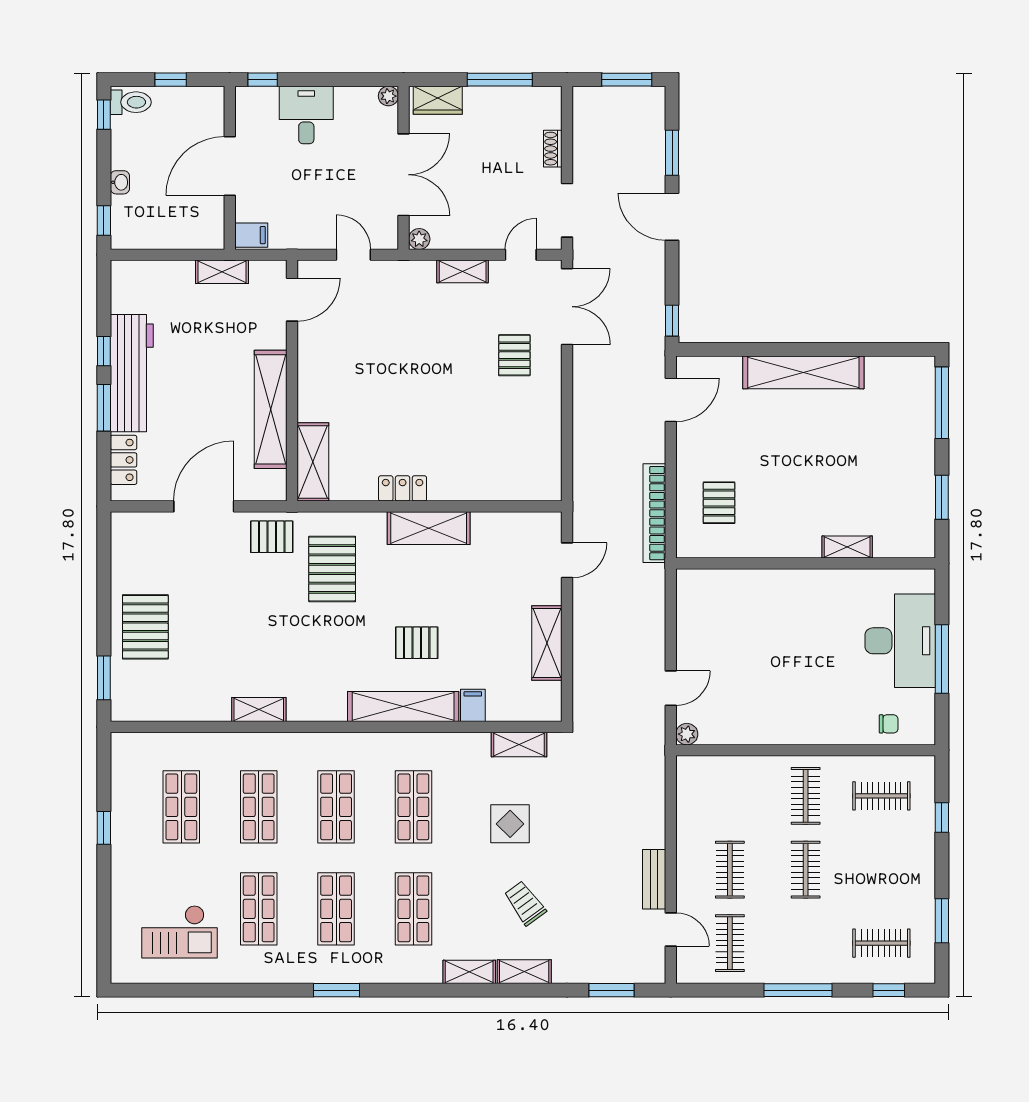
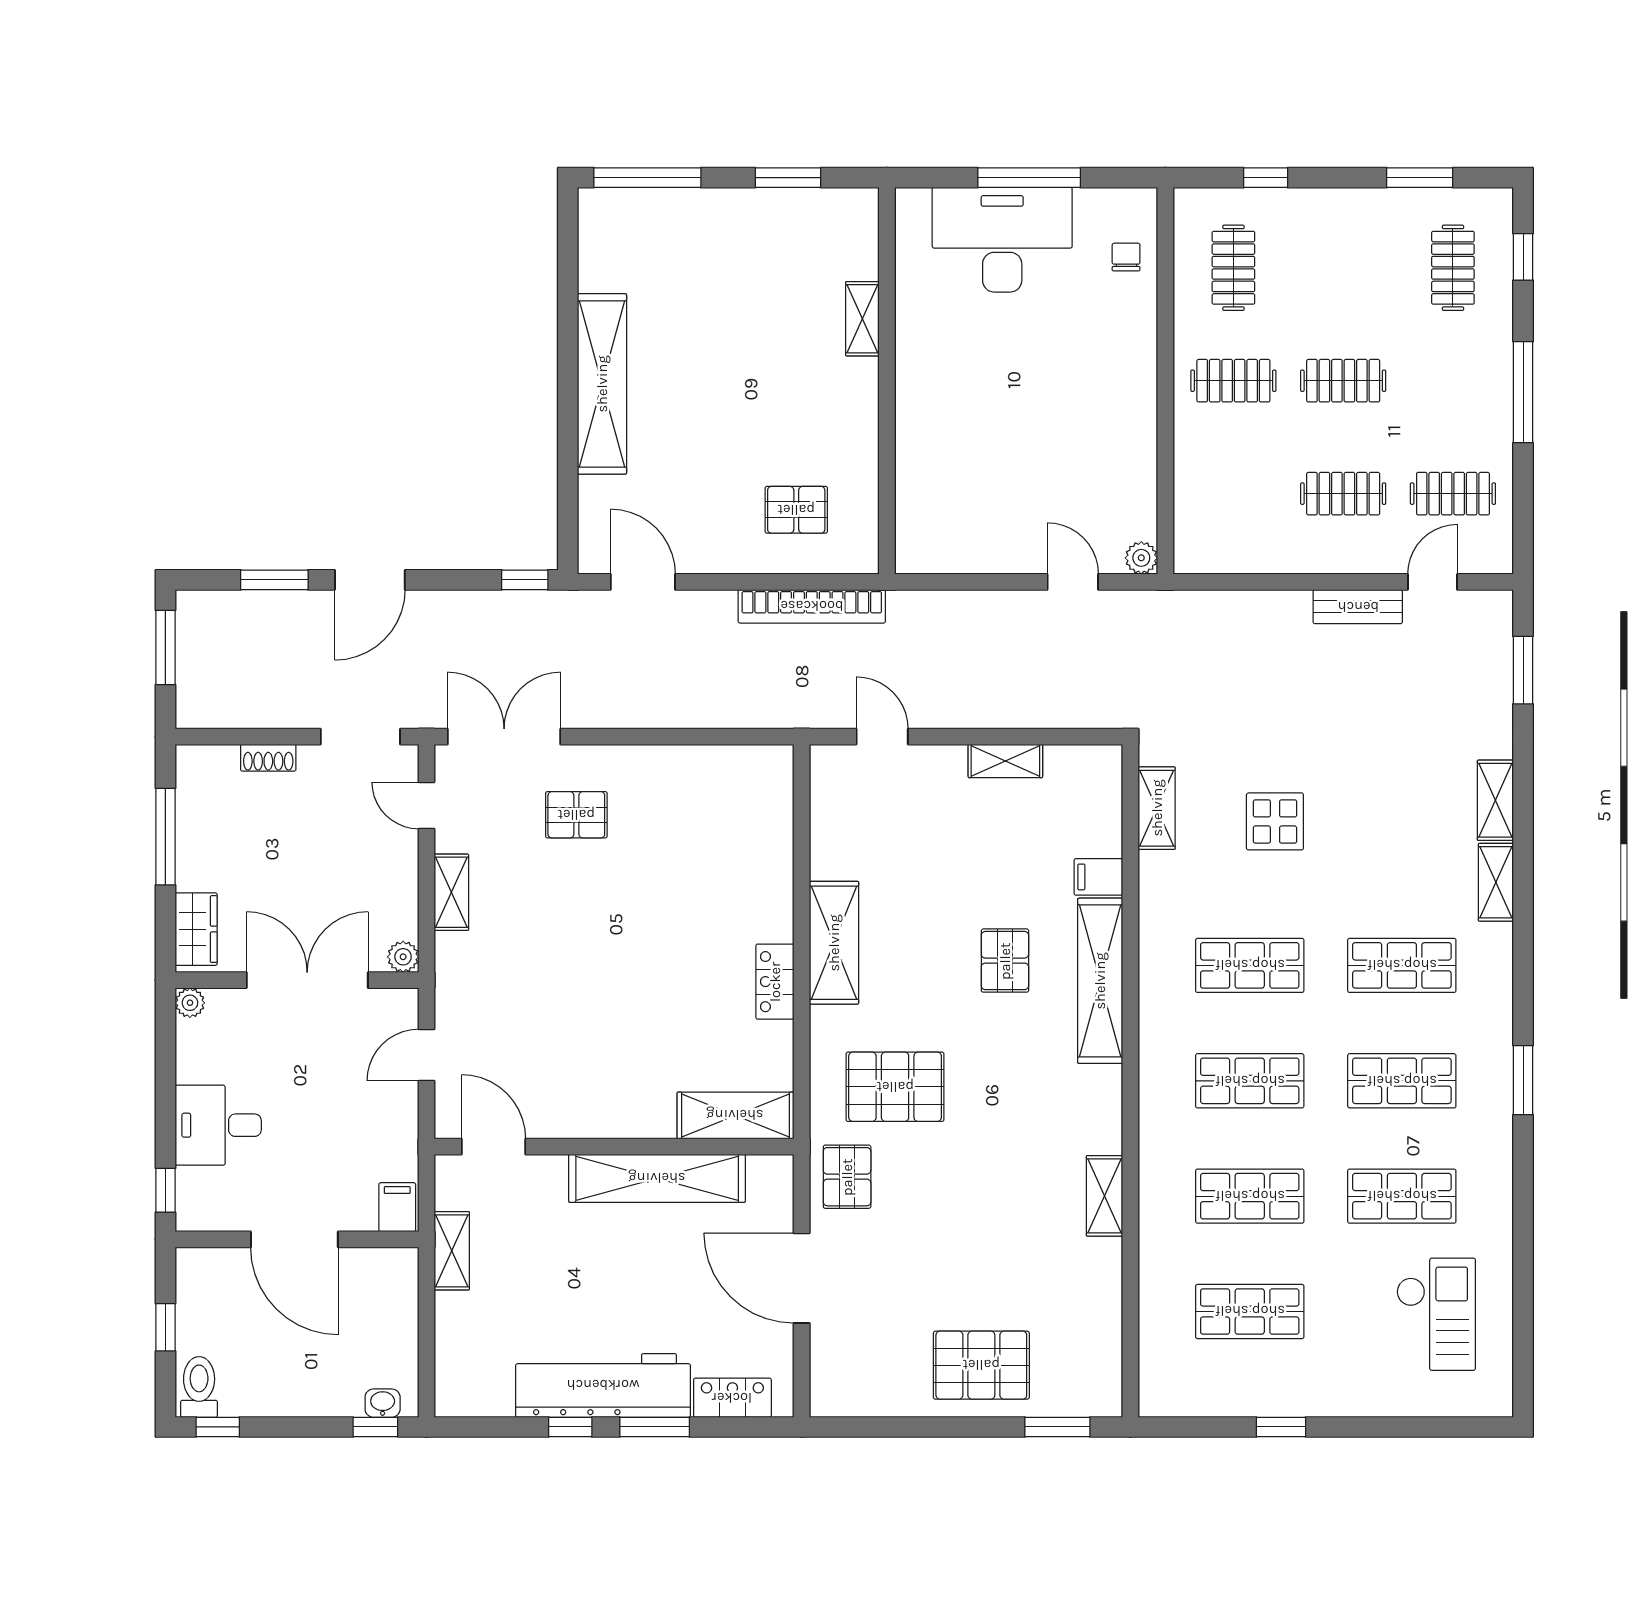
washbasin: (120, 182) -> (383, 1403), moved
shelving: (547, 643) -> (1005, 761), width x0.67, depth x0.75
trolley: (525, 903) -> (1393, 799), removed

